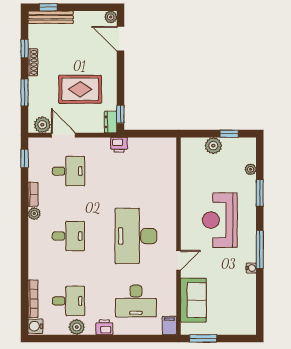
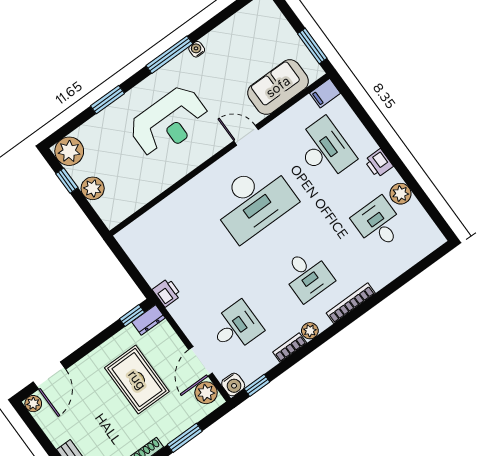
plant: (251, 169) -> (69, 151), moved, width x1.88, depth x1.88
desk: (69, 171) -> (236, 327), turned 90
desk: (69, 236) -> (307, 275), turned 180
bookcase: (33, 299) -> (351, 303), moved
water cooler: (35, 326) -> (233, 385), moved

